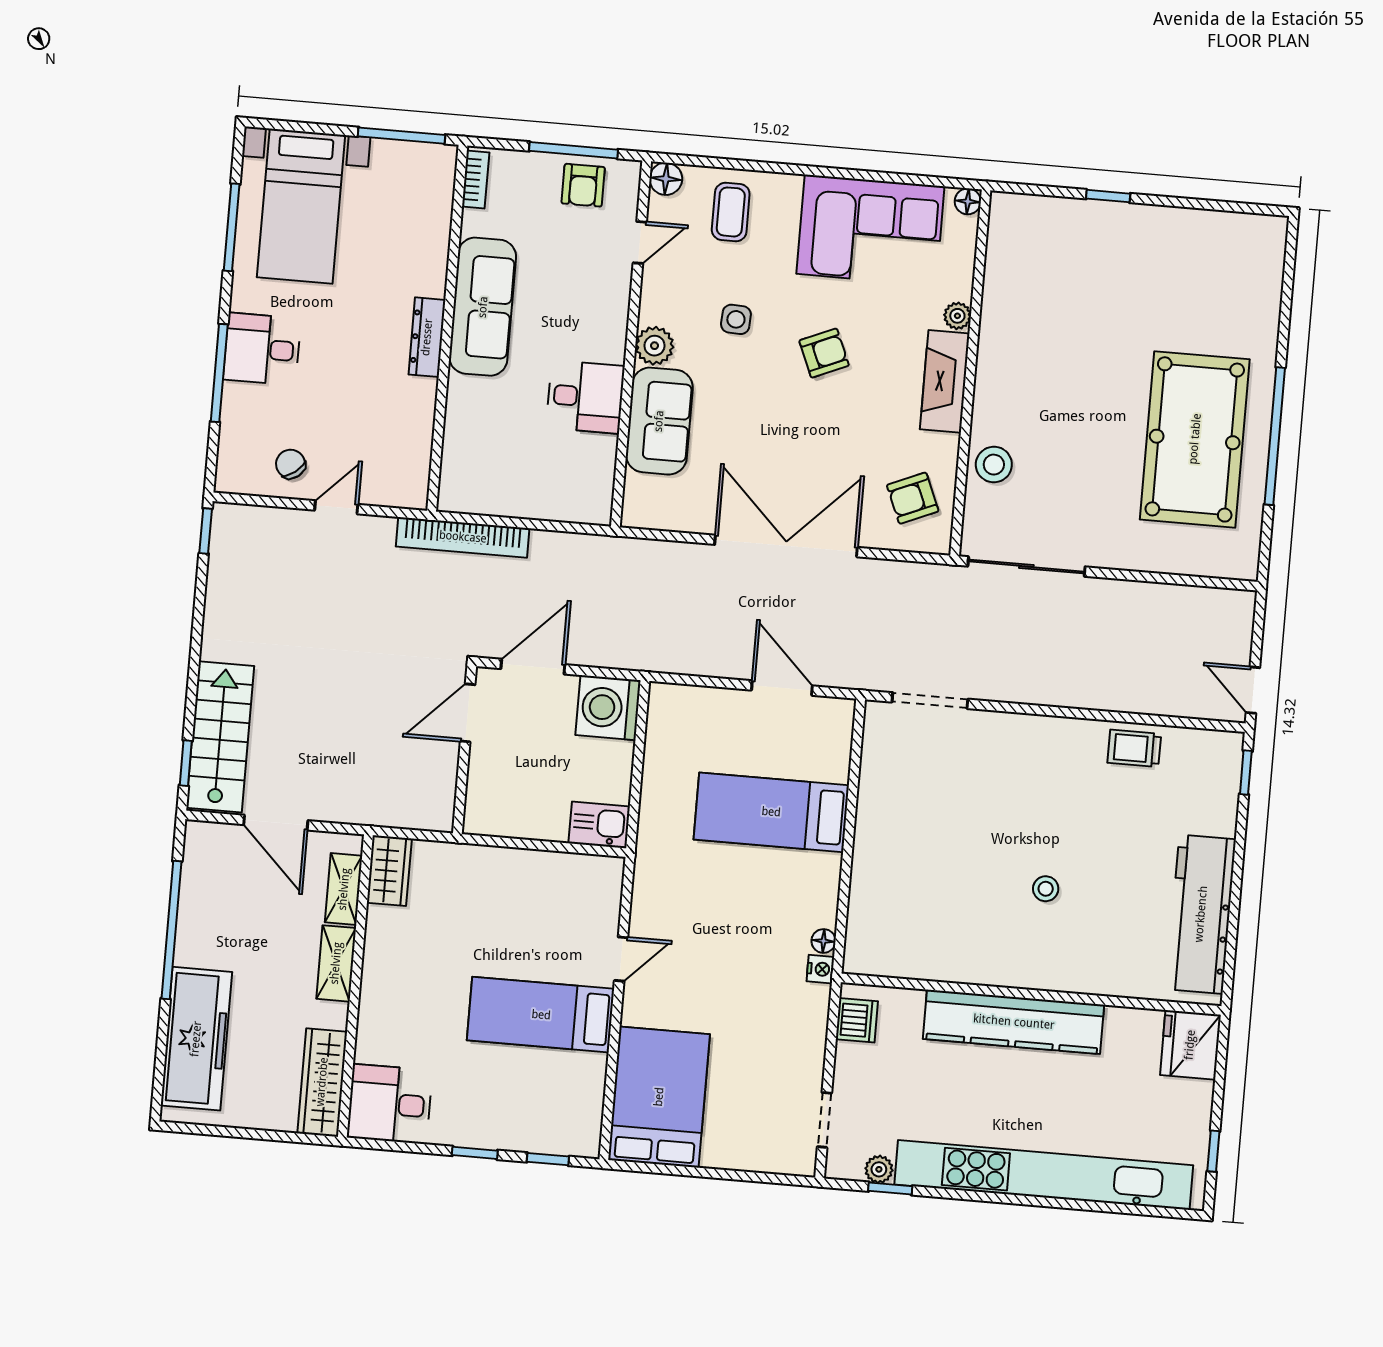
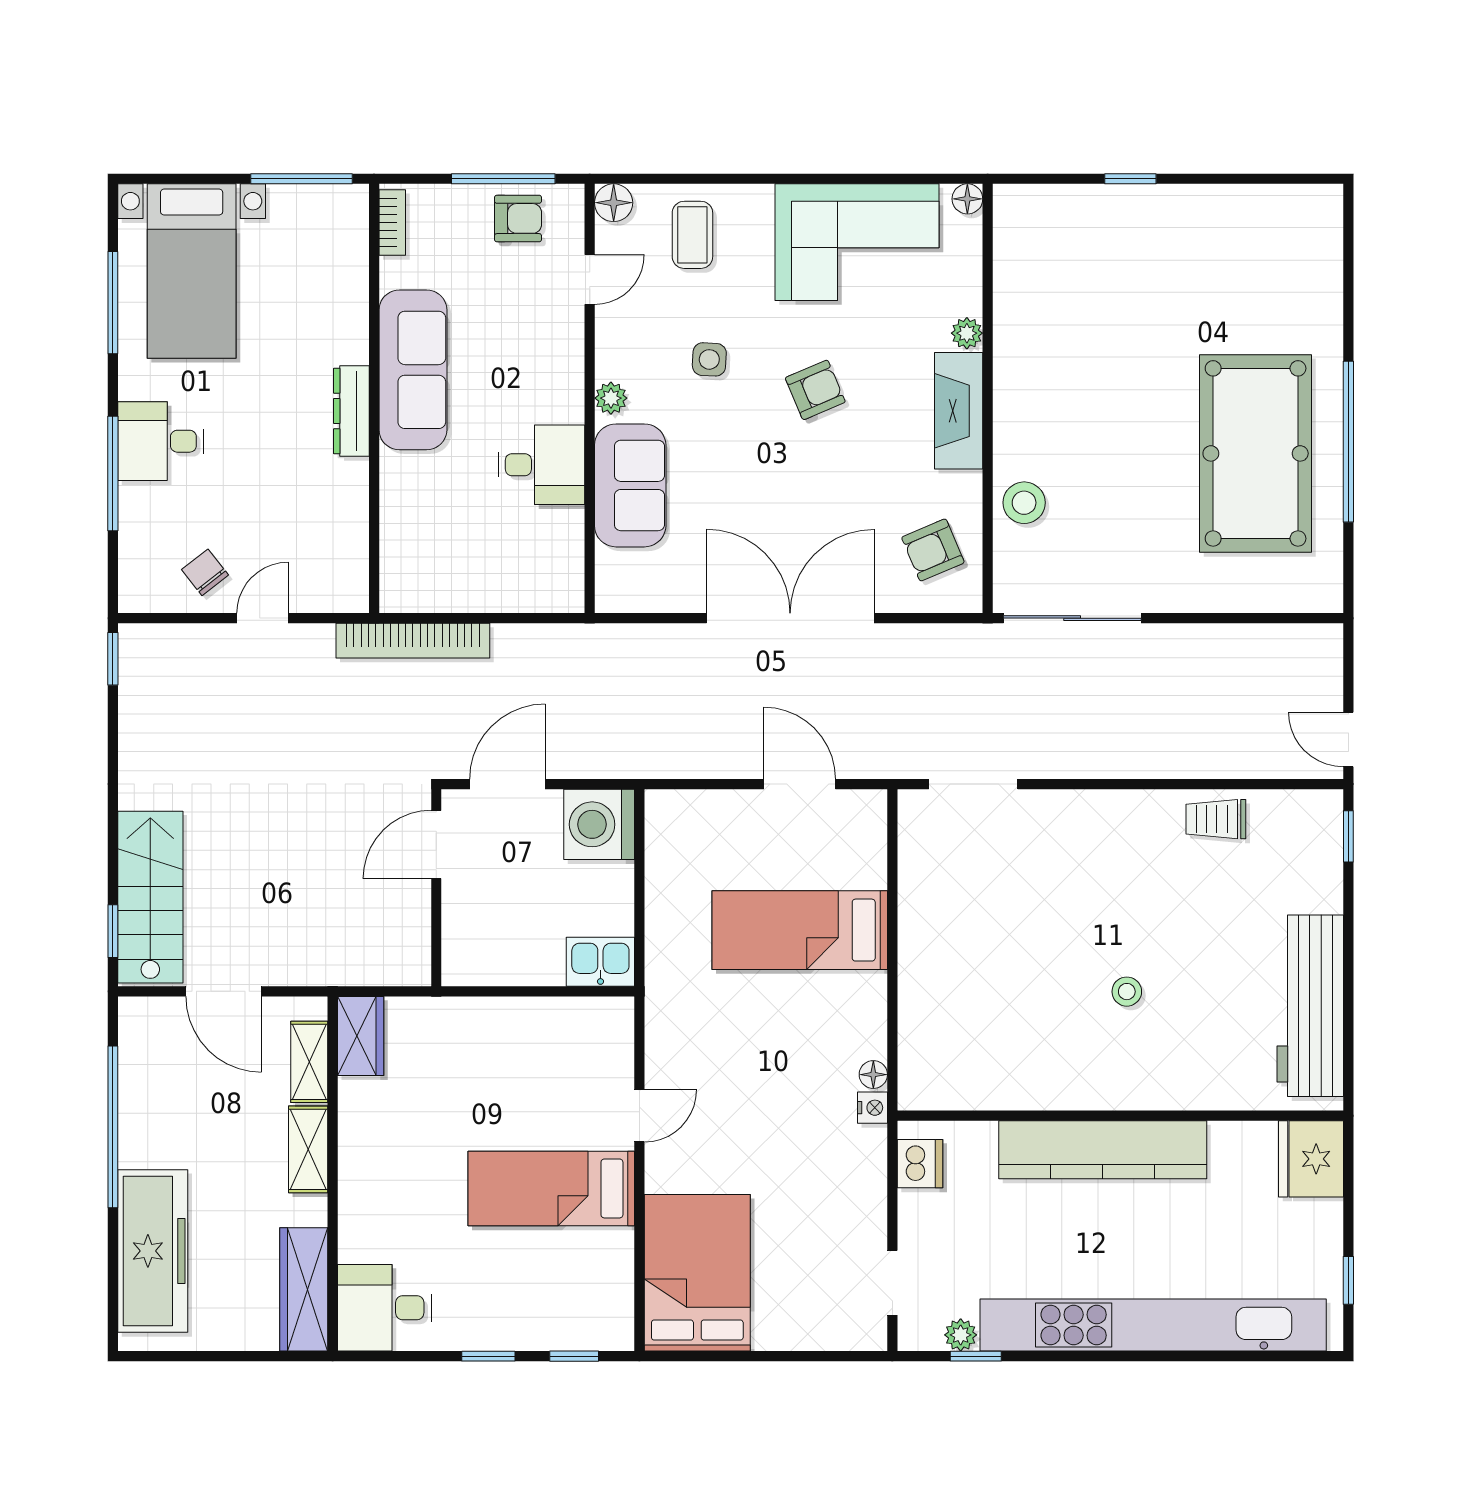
armchair: (583, 185) -> (518, 218), turned -90
plant: (654, 346) -> (611, 398), width x0.73, depth x0.73

